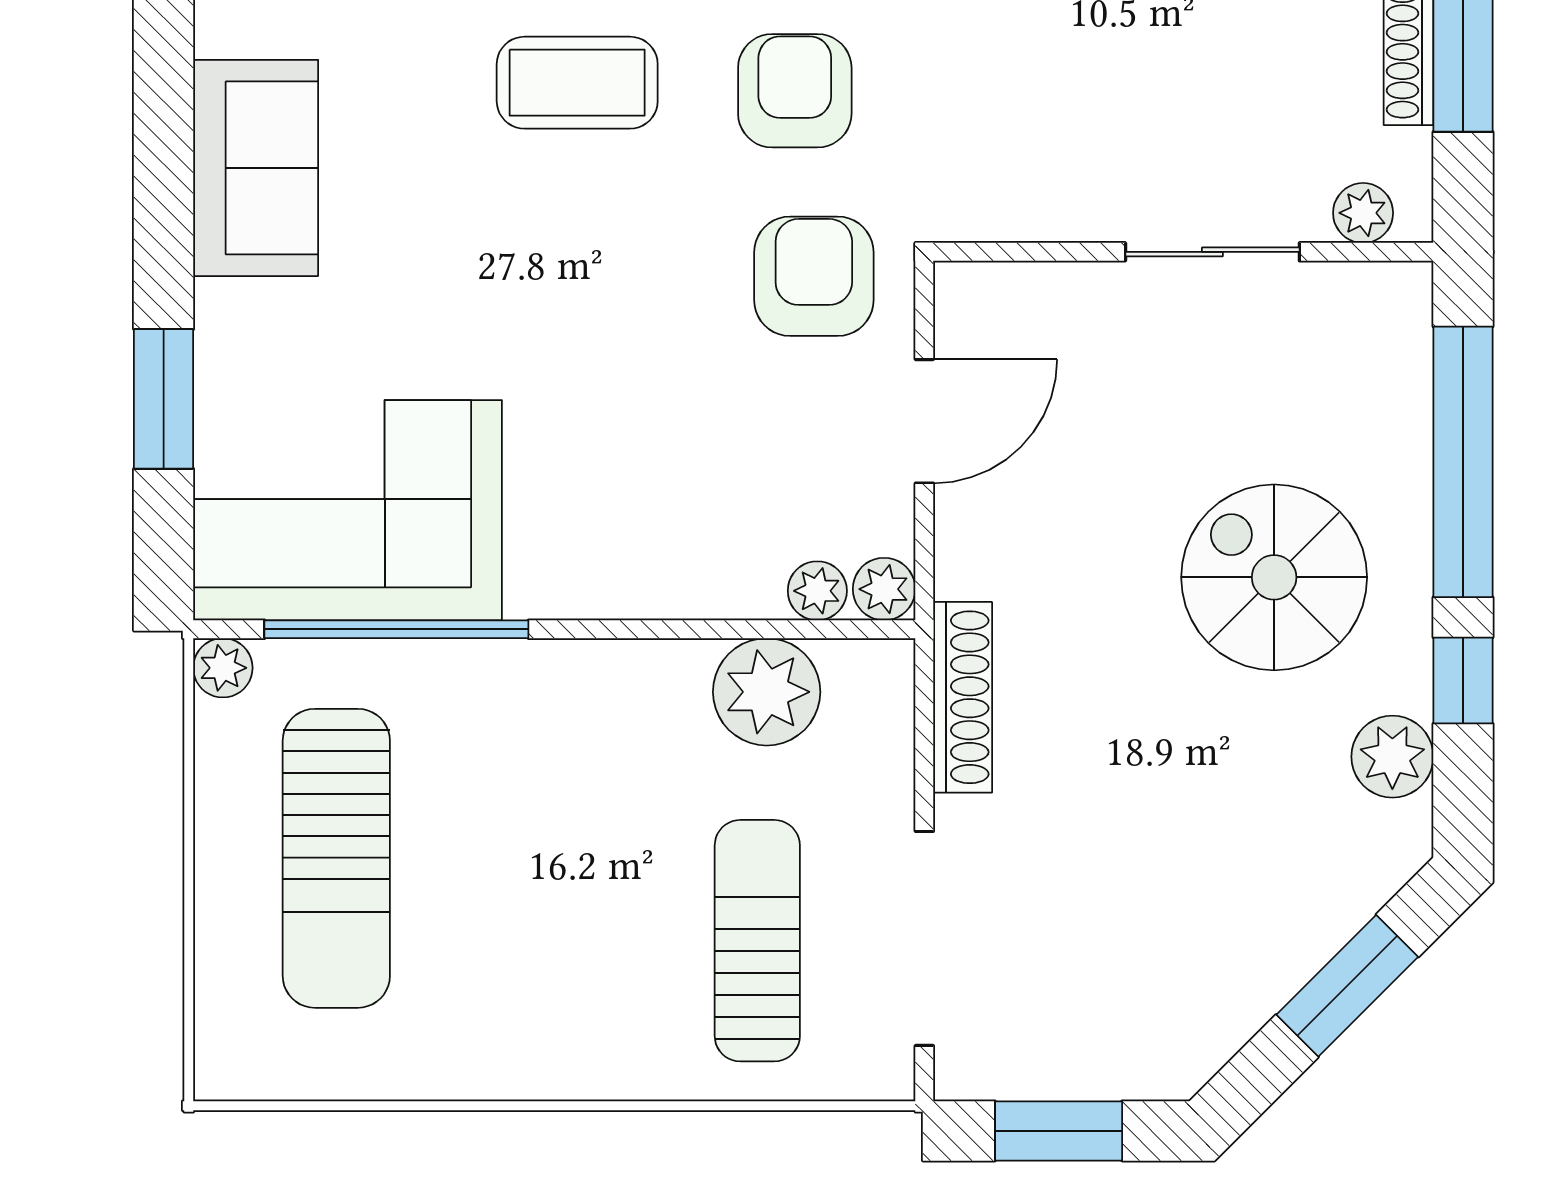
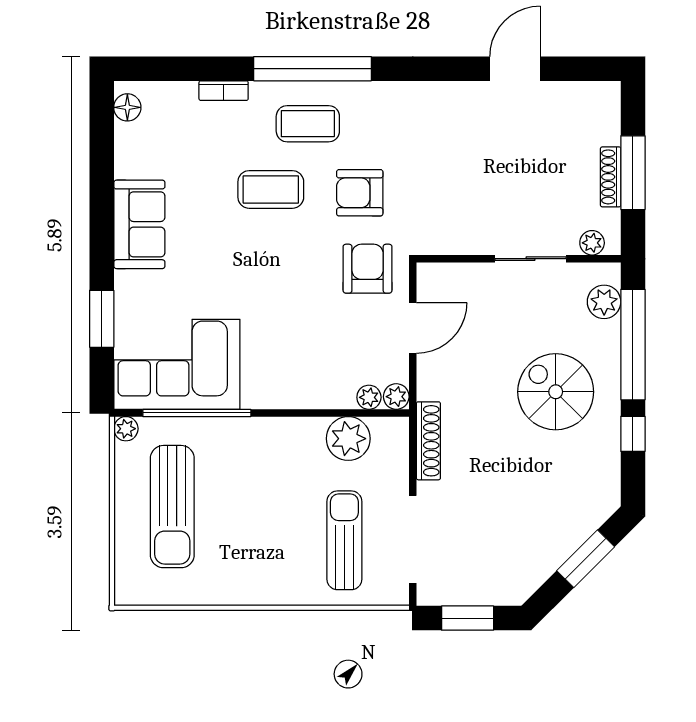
armchair: (795, 91) -> (360, 193), turned -90
plant: (1392, 757) -> (604, 302), moved

